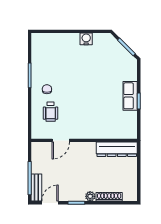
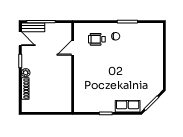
water cooler: (86, 39) -> (158, 69), removed
row of seats: (130, 96) -> (128, 106), moved
door: (61, 140) -> (73, 48), hinge flipped
dresser: (117, 149) -> (65, 95), removed

